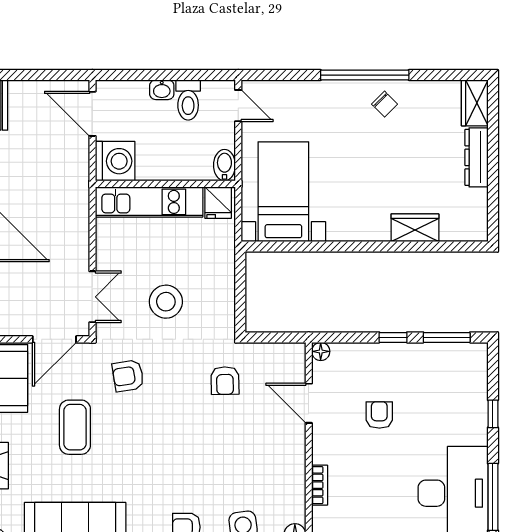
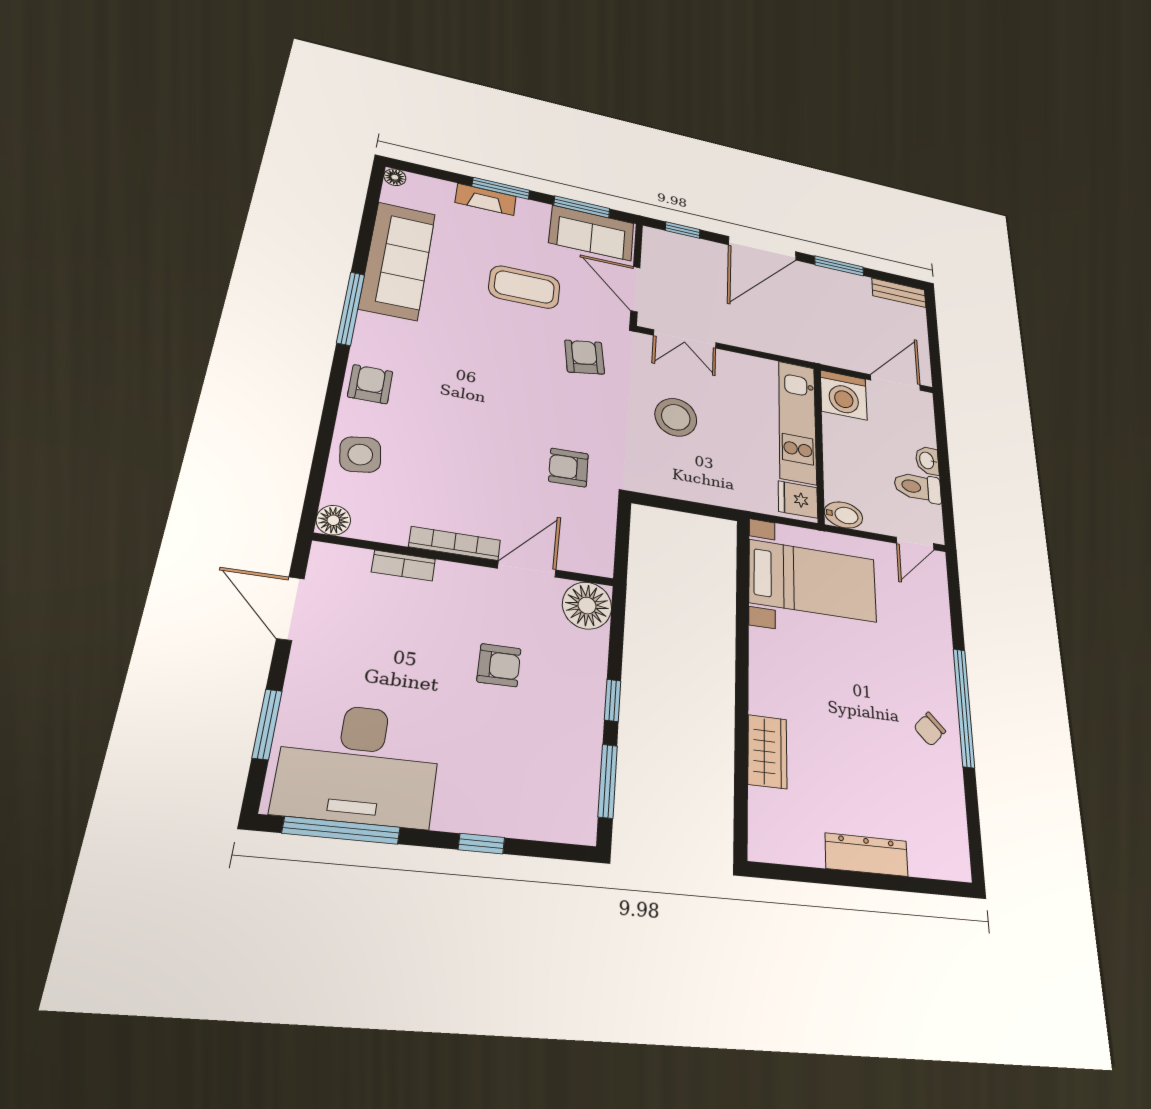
wardrobe: (475, 103) -> (940, 859), removed
floor lamp: (321, 351) -> (587, 606), width x1.89, depth x1.89
bookcase: (298, 454) -> (455, 543), added

